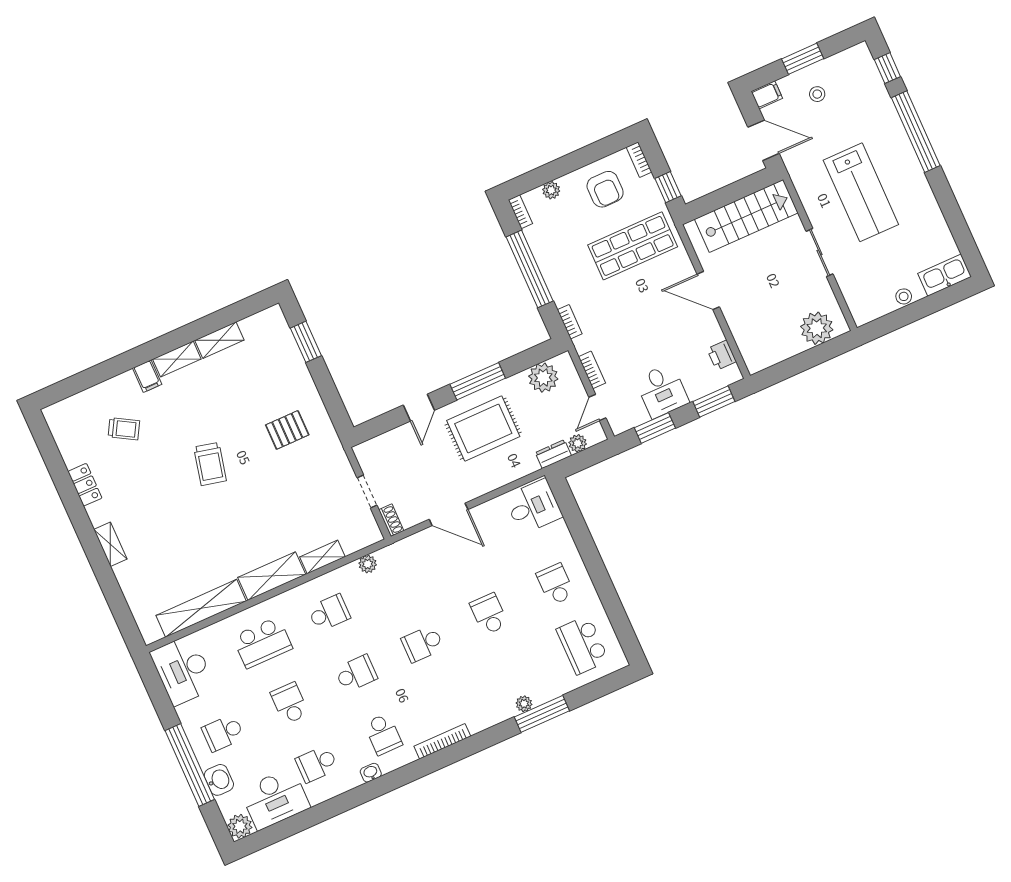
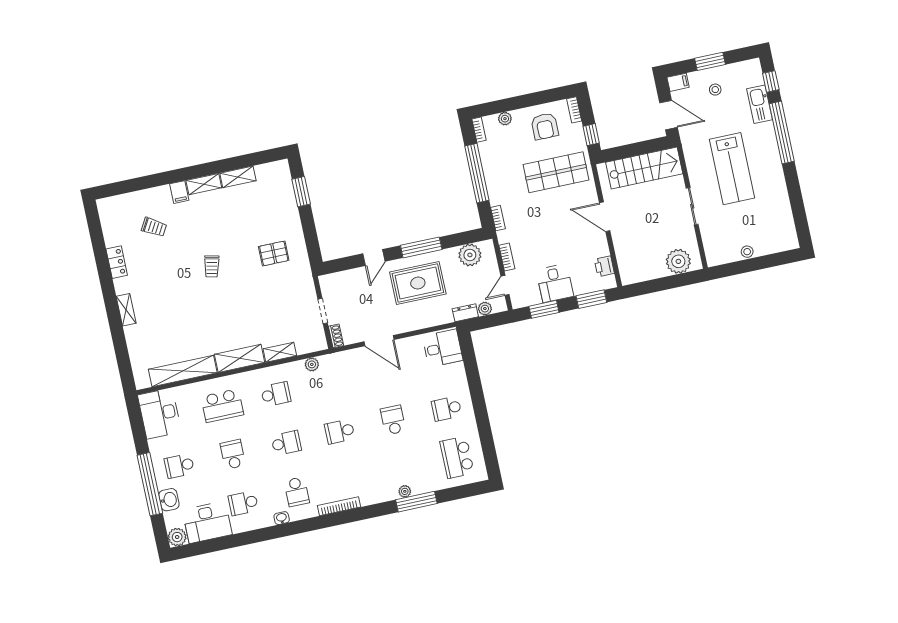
kitchen sink: (945, 275) -> (760, 104), moved, turned -90
trolley: (210, 464) -> (212, 266), width x0.73, depth x0.72
school desk: (555, 584) -> (447, 409), turned -90

